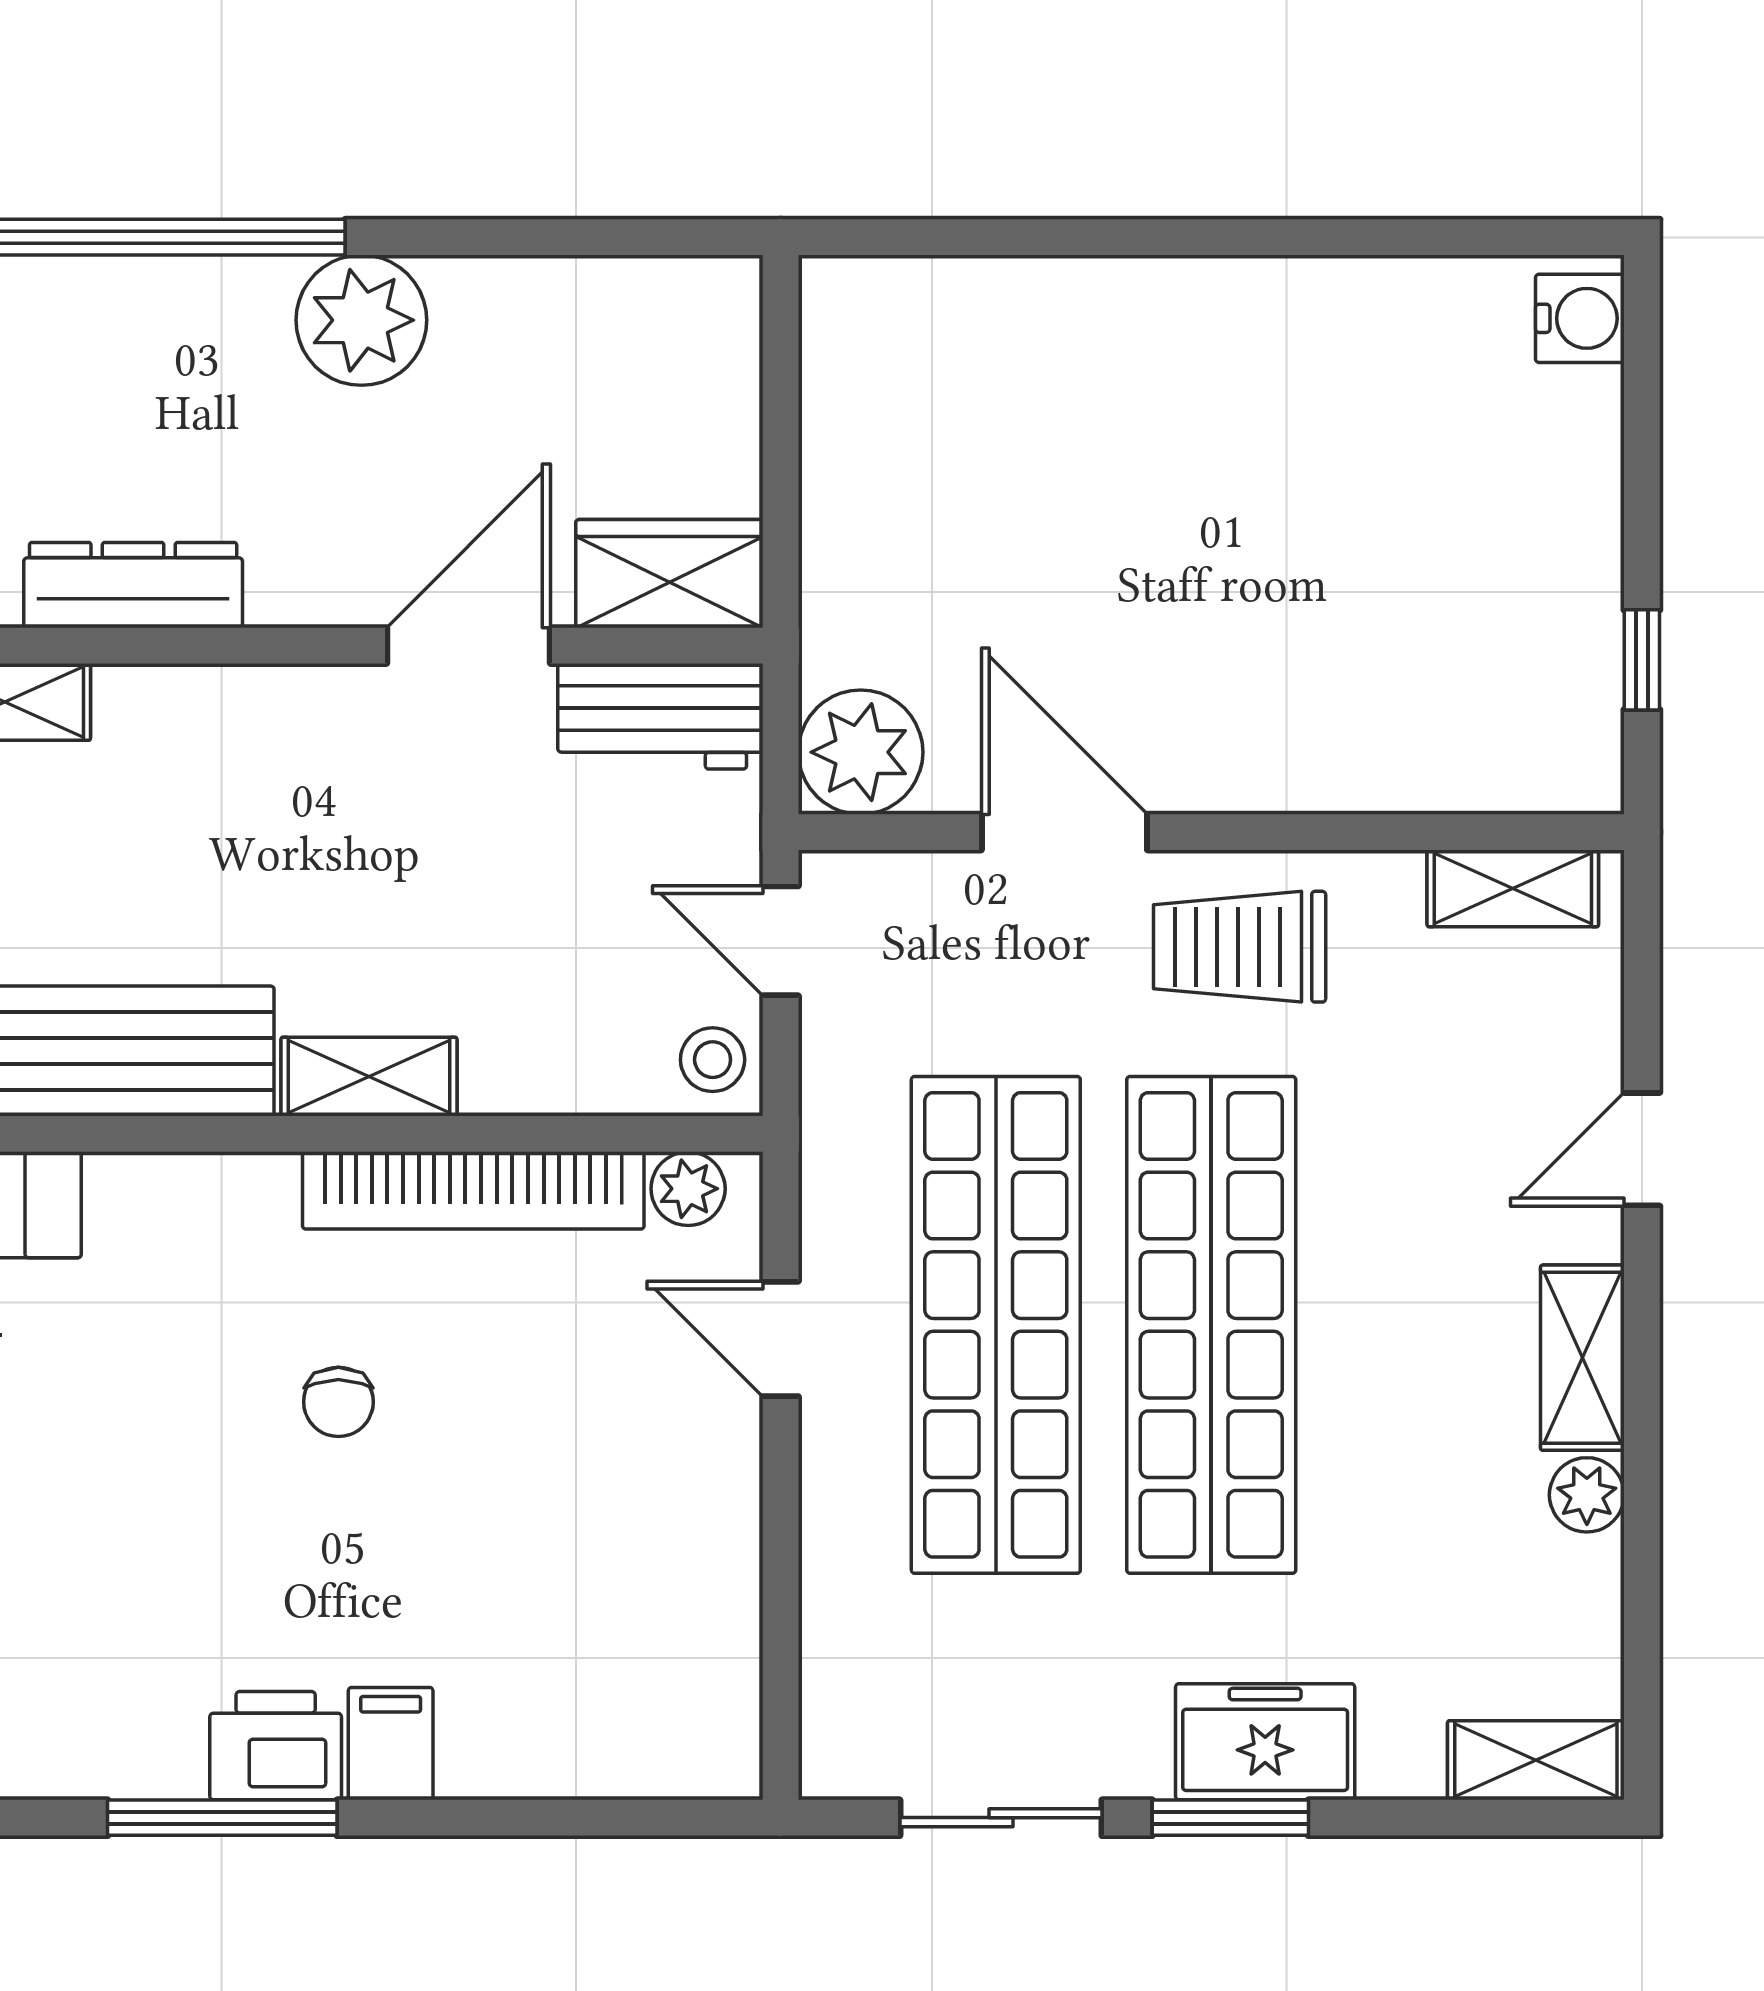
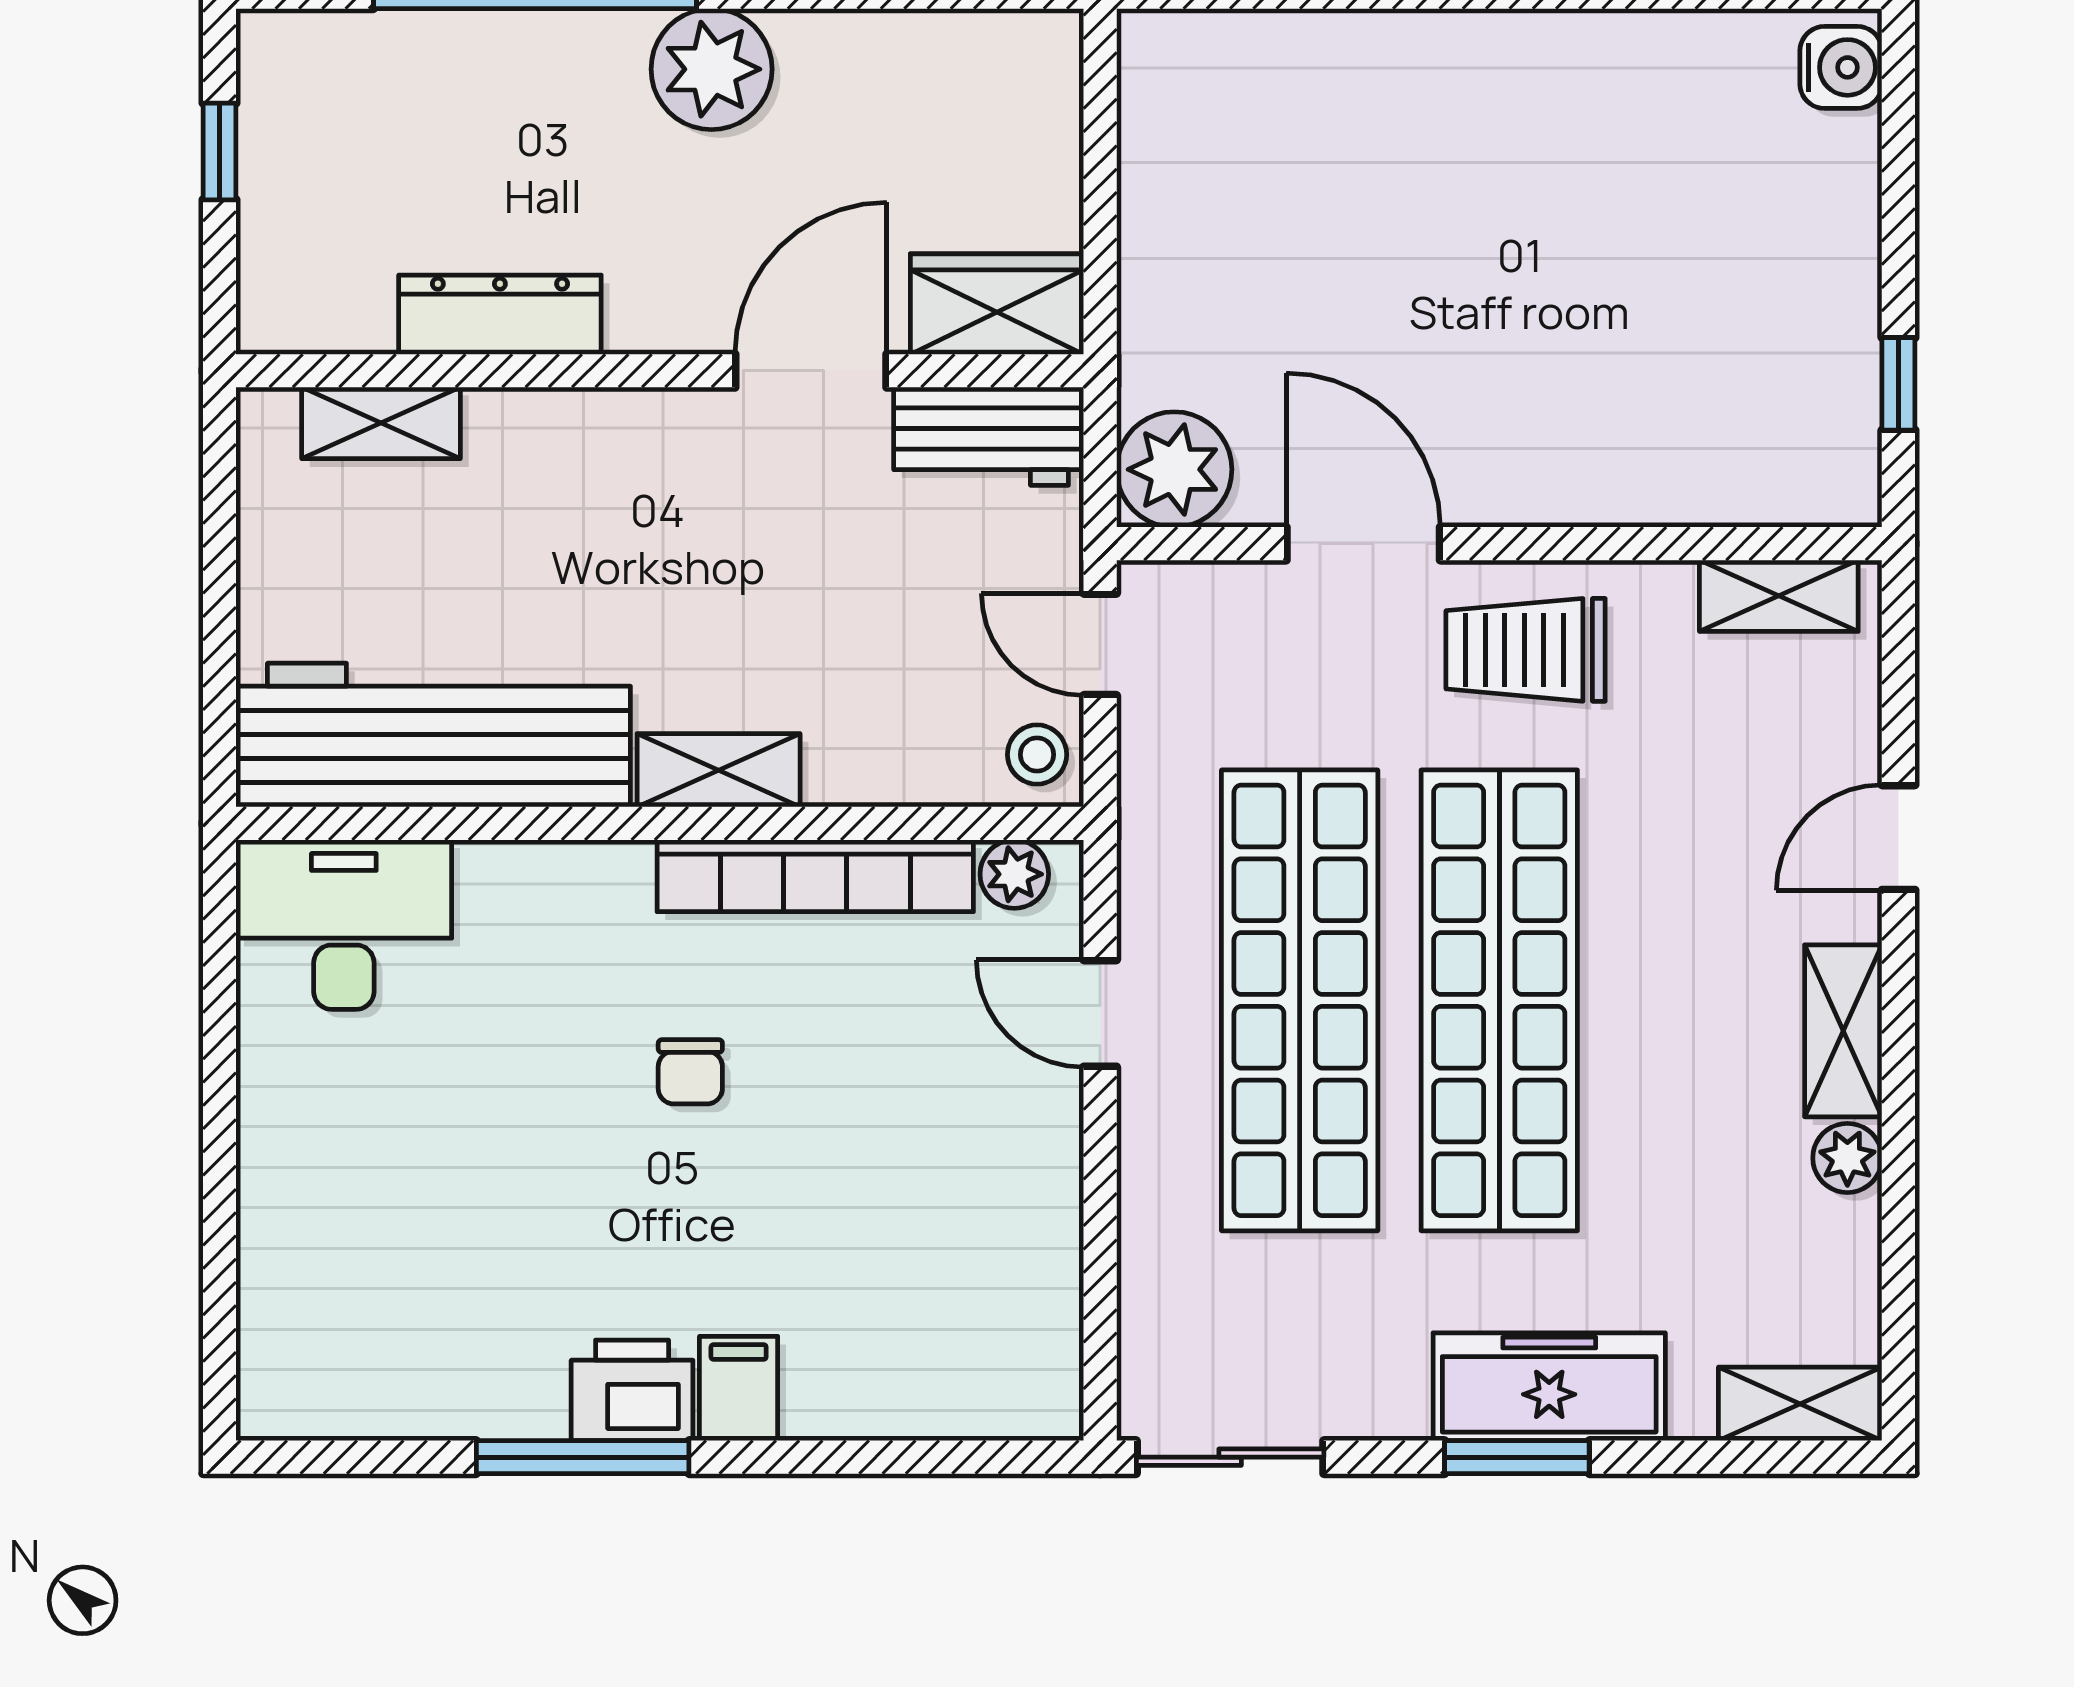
freezer: (1265, 1742) -> (1549, 1387), width x1.40
sliding door: (1001, 1818) -> (1230, 1457), moved

